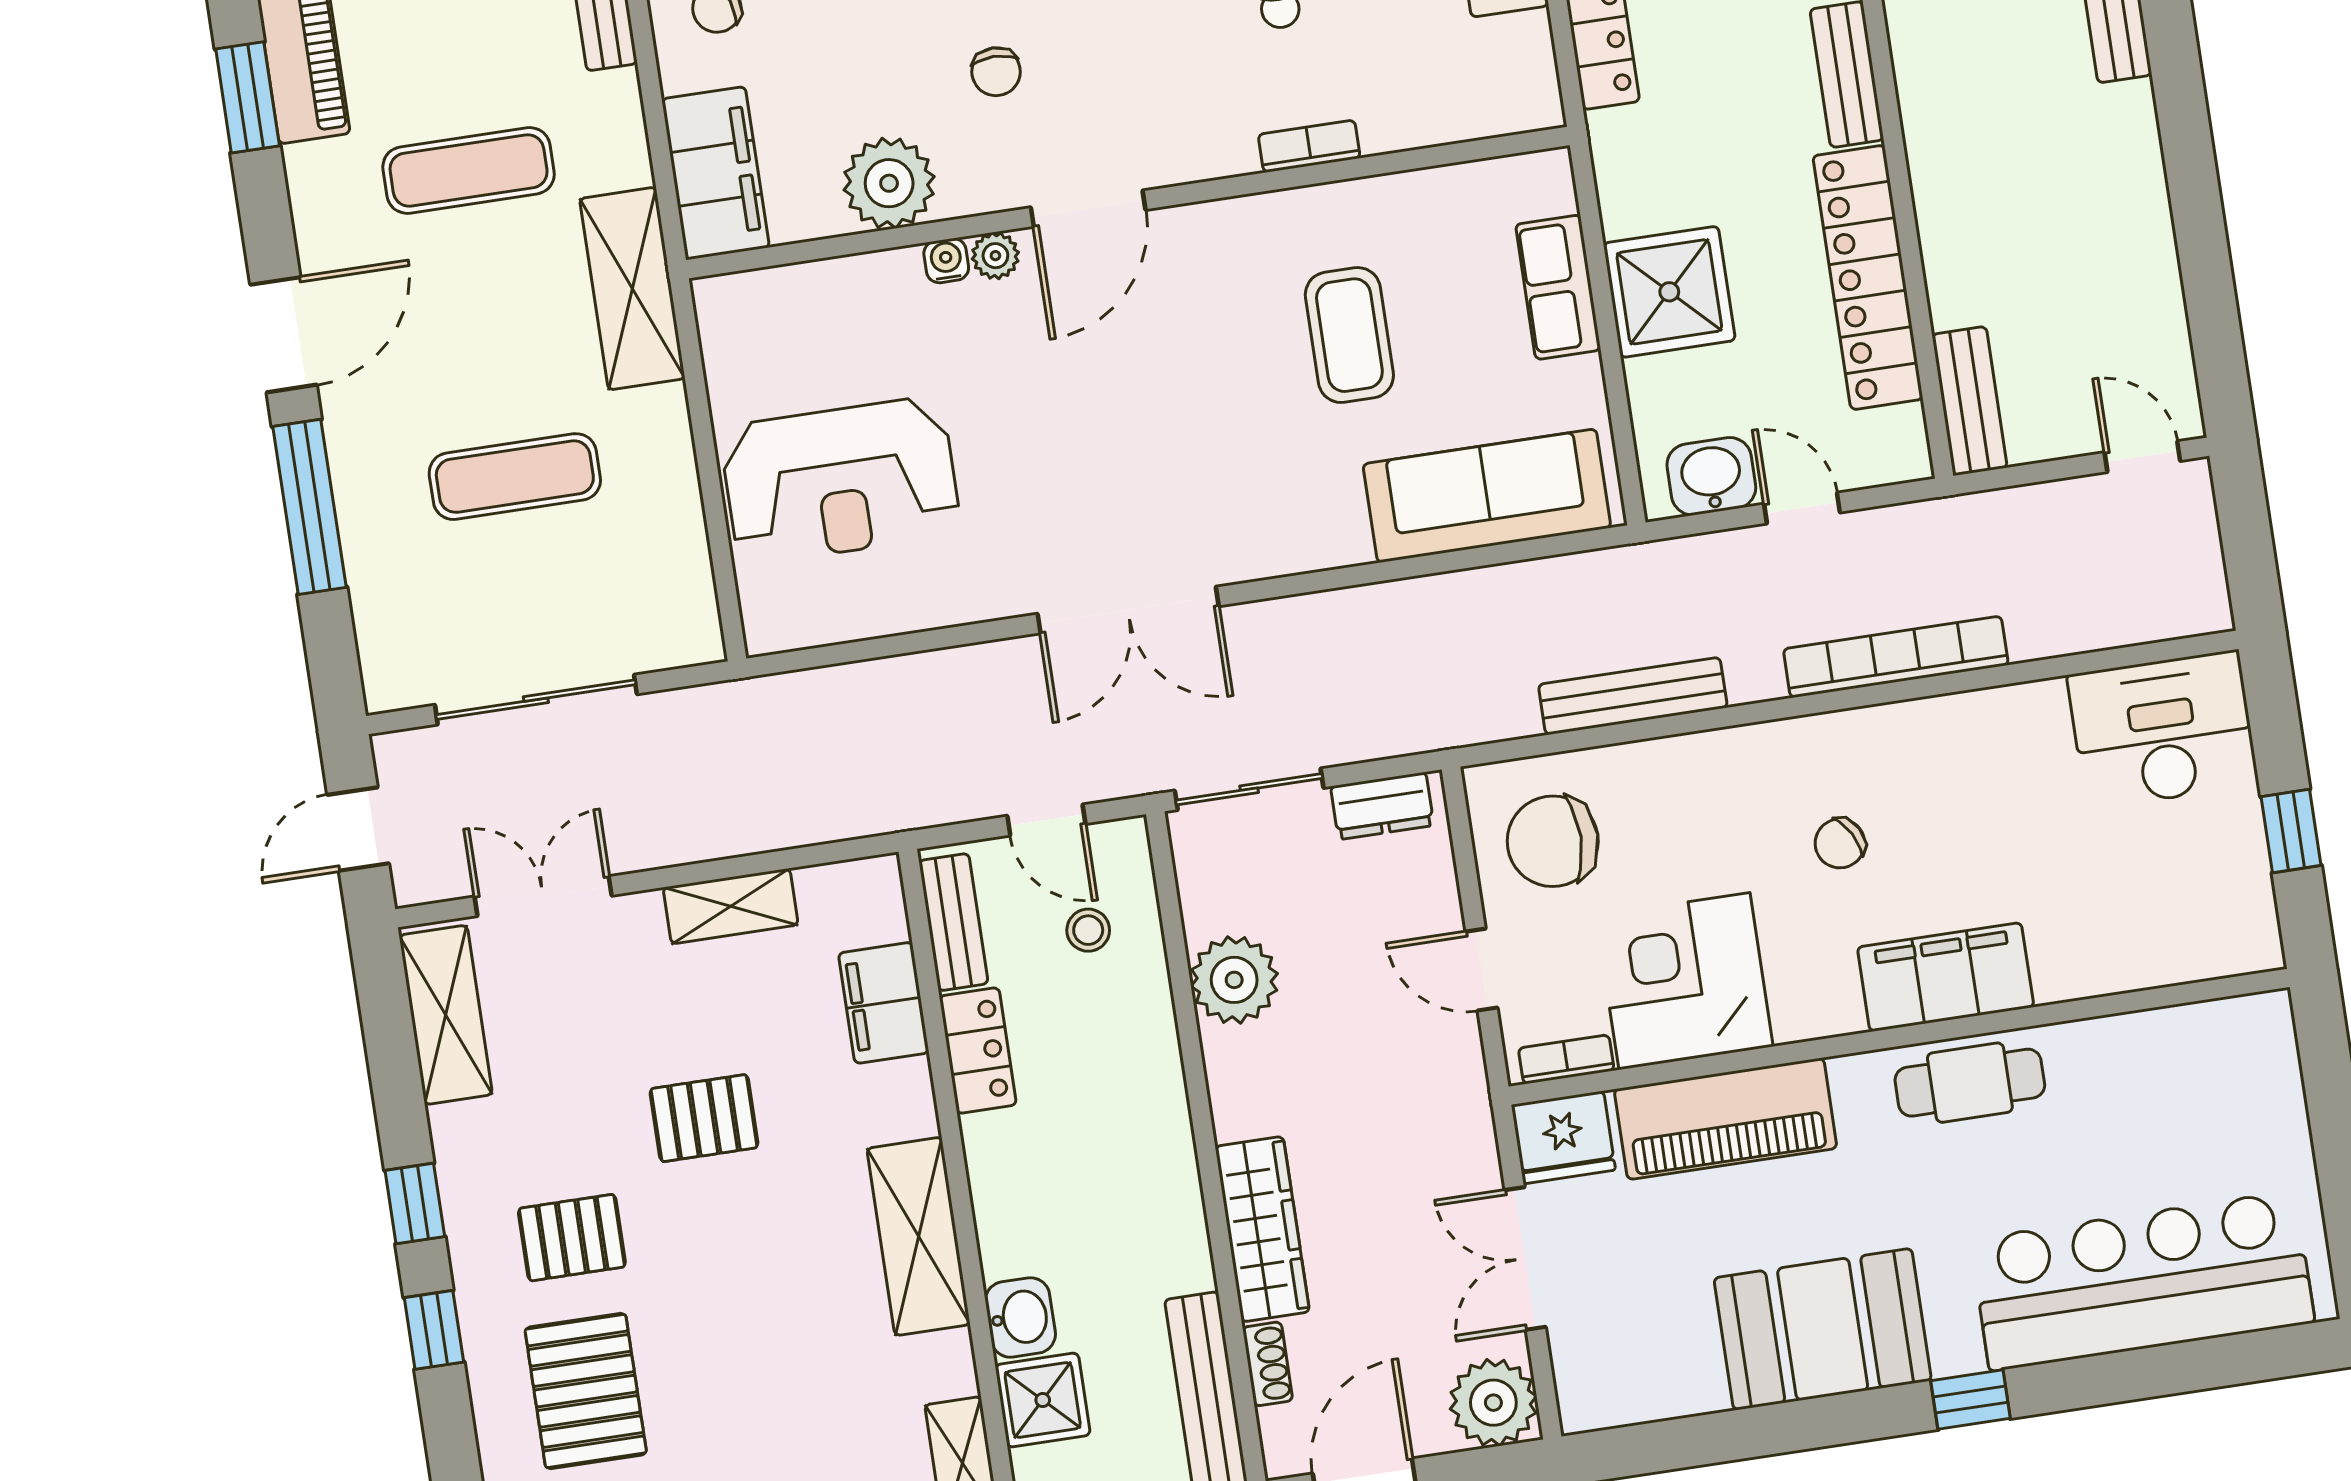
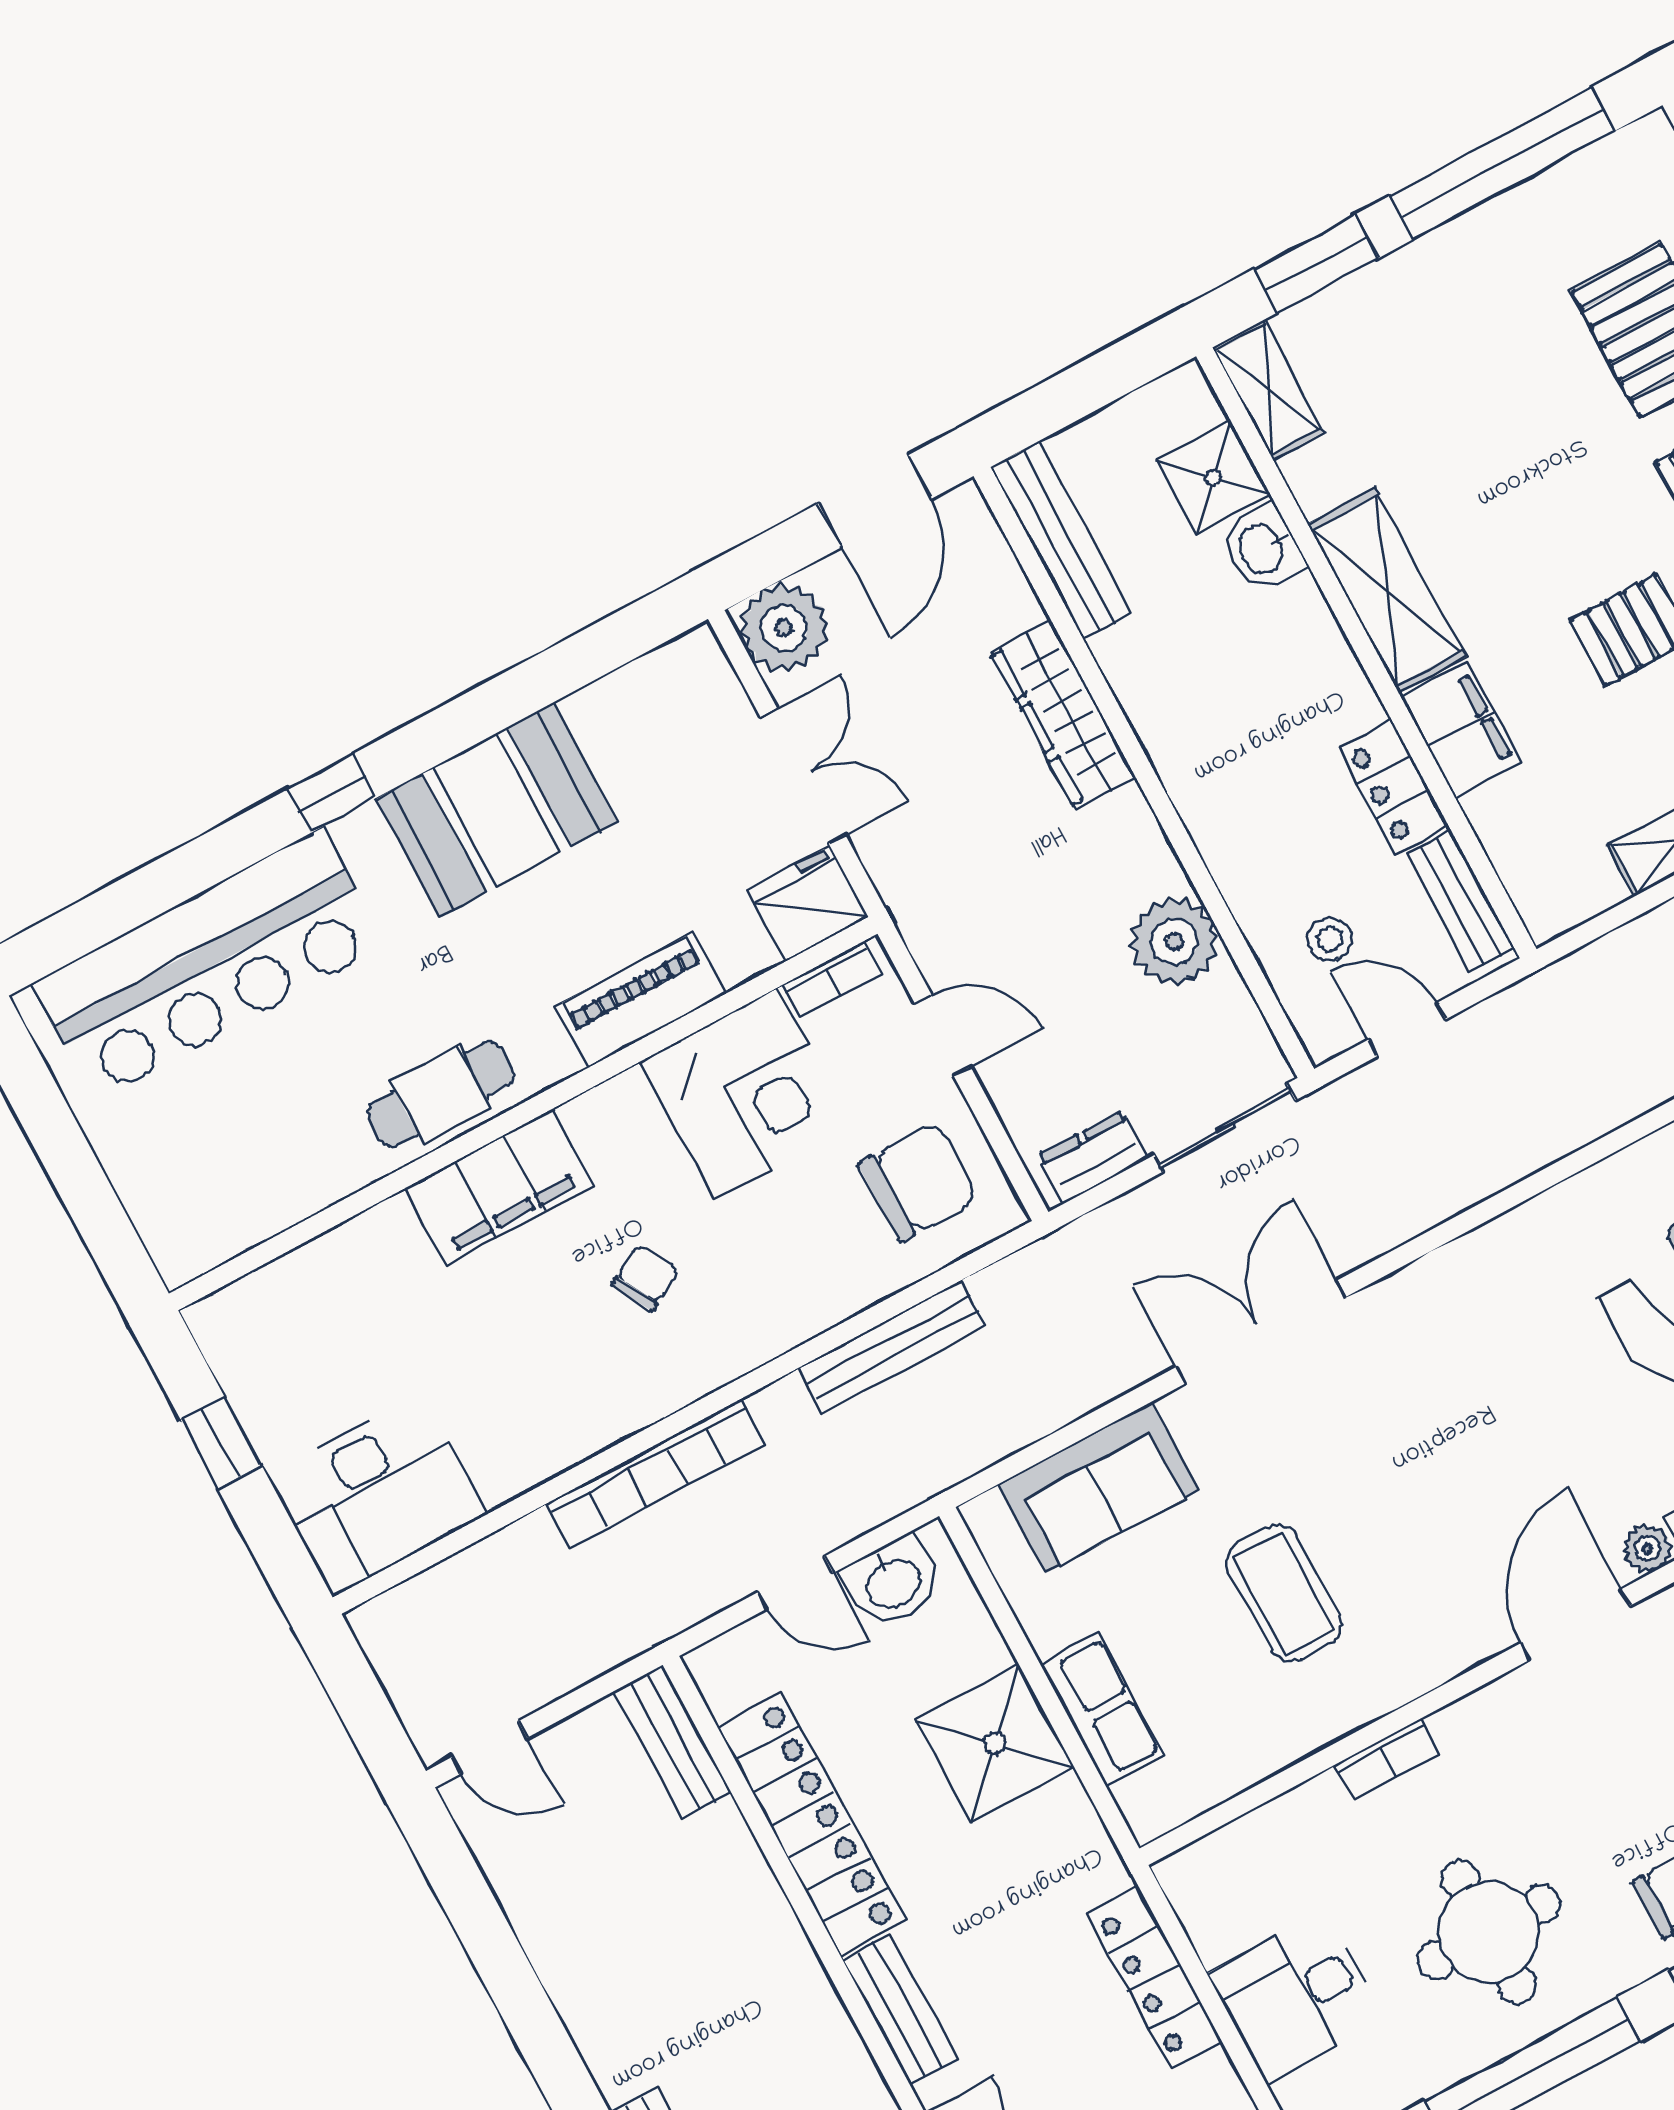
sofa: (1487, 496) -> (1099, 1487), width x0.73
double door: (1128, 610) -> (1261, 1332), moved
filing cabinet: (884, 1003) -> (1461, 729), moved
piano: (1726, 1119) -> (640, 1000), width x0.73, depth x0.75
shoe rack: (1268, 1364) -> (1012, 588), removed

